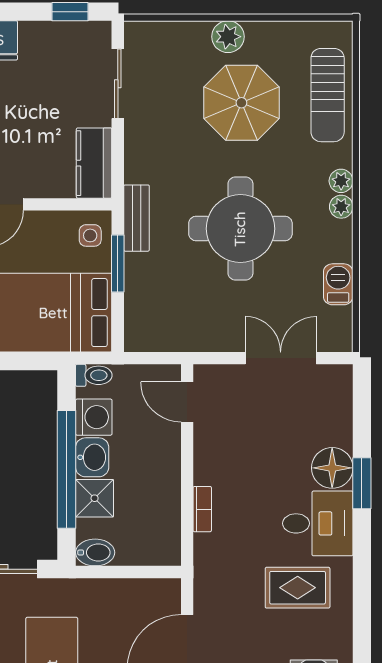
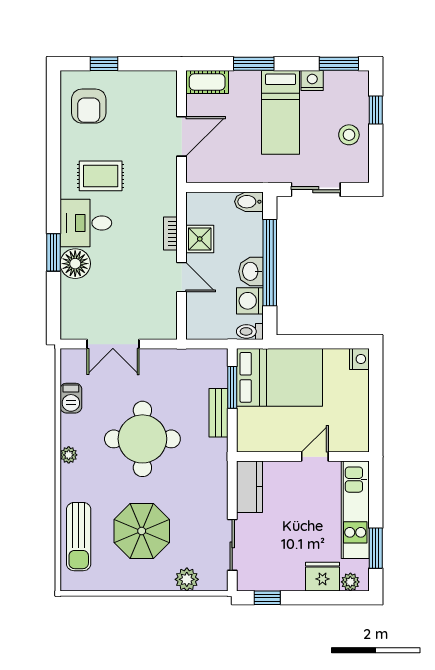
plant: (228, 37) -> (187, 579), moved
sun lounger: (328, 95) -> (79, 537), turned 180
plant: (341, 181) -> (69, 474), removed
bench: (136, 218) -> (219, 413), moved
side table: (90, 235) -> (252, 434), removed
window: (118, 264) -> (232, 387), moved
door: (187, 402) -> (182, 277), moved
shower: (95, 498) -> (200, 239), moved

